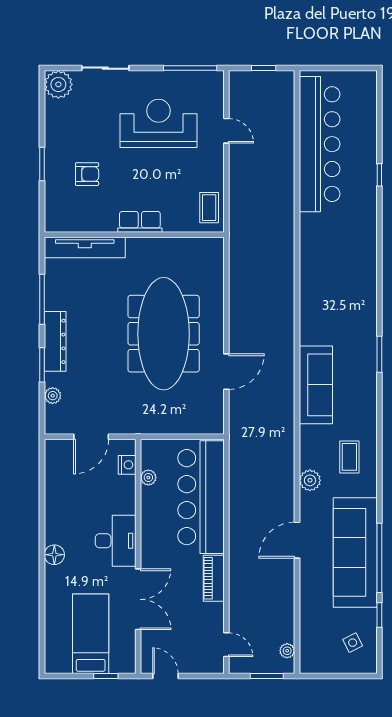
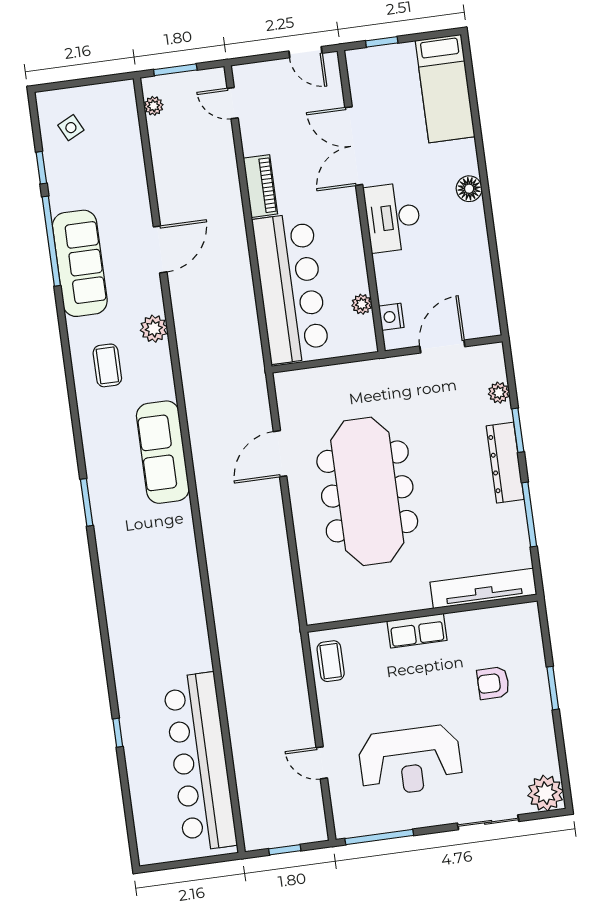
sofa: (355, 552) -> (80, 263), width x0.74, depth x0.79
bed: (91, 634) -> (445, 89), moved

